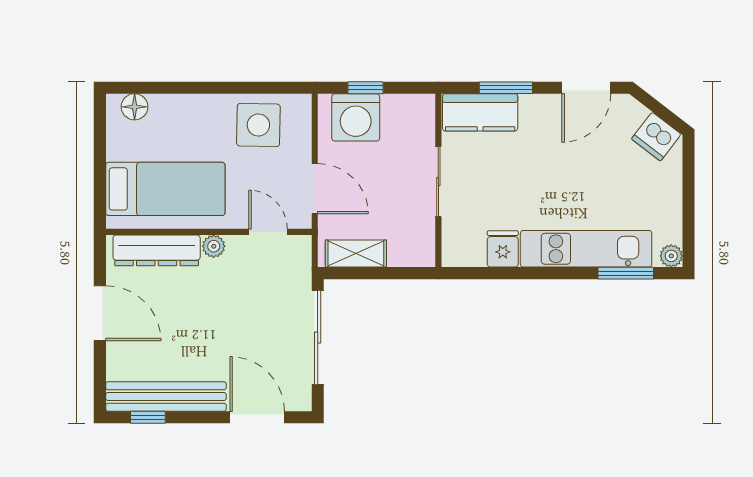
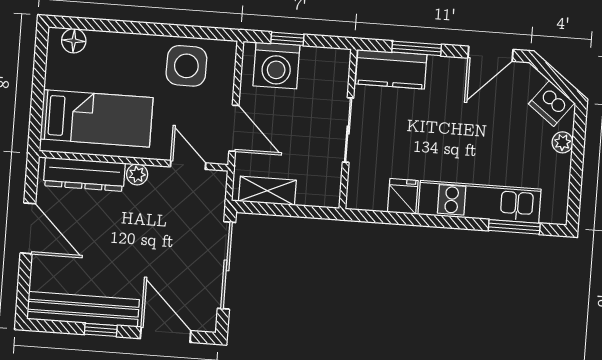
plant: (671, 256) -> (563, 142), moved
window: (148, 417) -> (101, 330), moved

